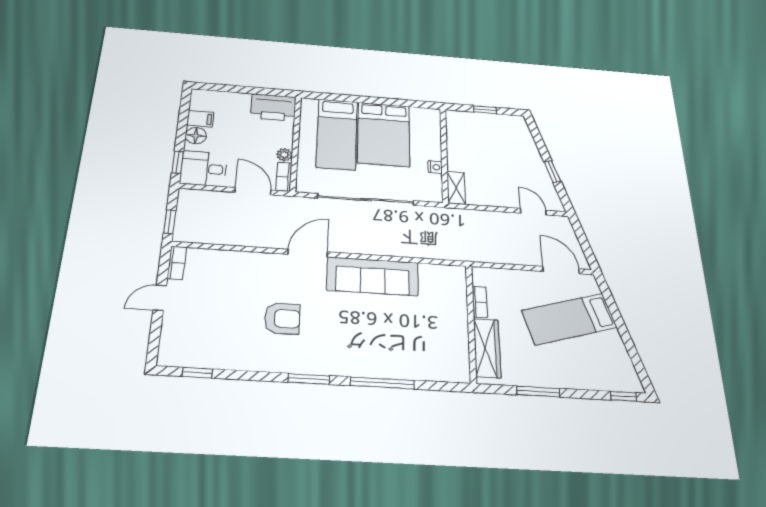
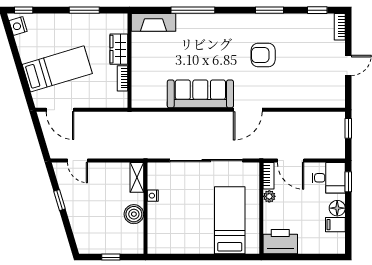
bed: (384, 134) -> (193, 224), removed
boiler: (458, 150) -> (134, 214), added
bookcase: (177, 263) -> (340, 27), moved
wardrobe: (487, 348) -> (119, 49), width x0.67
fireplace: (439, 370) -> (154, 22), added
nightstand: (629, 376) -> (18, 26), added
window: (309, 379) -> (270, 10), moved

